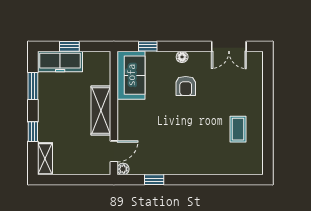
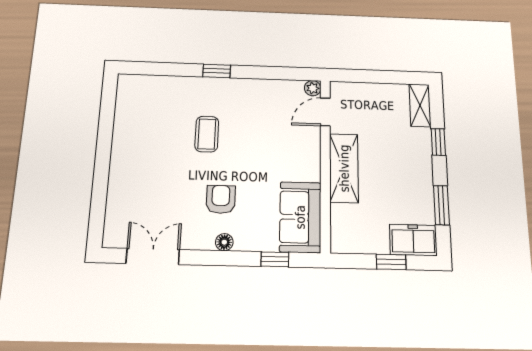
freezer: (60, 62) -> (413, 240), width x0.71
coffee table: (238, 129) -> (207, 134), moved
window: (154, 180) -> (217, 71), moved

